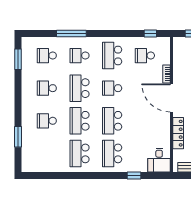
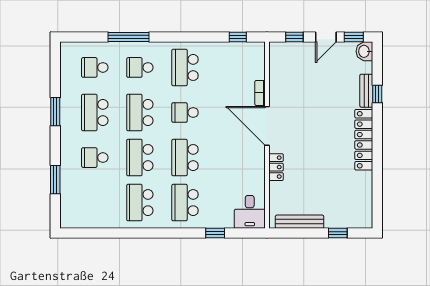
school desk: (145, 56) -> (230, 67), removed
window: (18, 59) -> (55, 112), moved
school desk: (47, 88) -> (95, 113), width x1.85
locker: (178, 133) -> (276, 167), width x0.66

